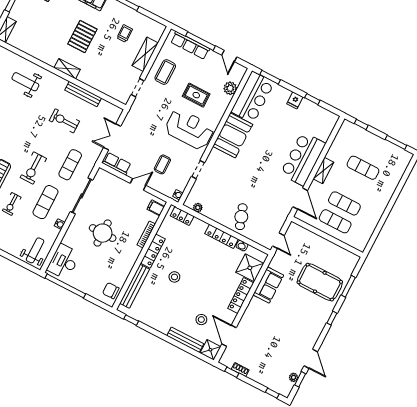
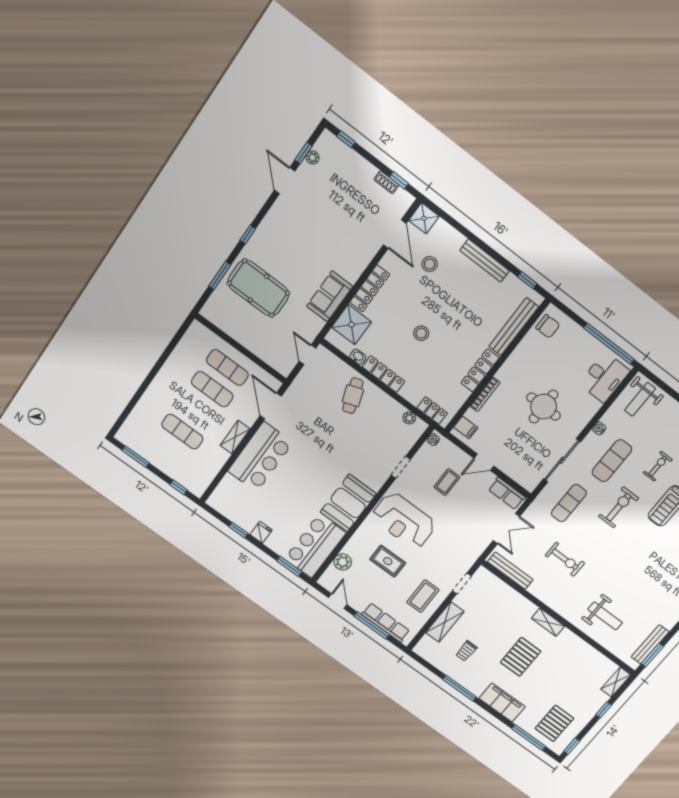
bench: (83, 94) -> (510, 571), moved
stool: (174, 277) -> (421, 333), moved
bench: (185, 340) -> (485, 261), moved

